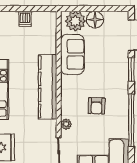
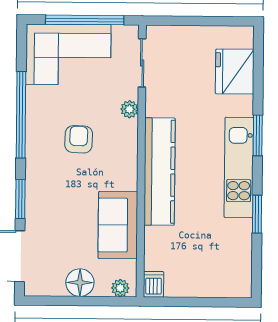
dishwasher: (25, 19) -> (154, 284), moved
plant: (75, 21) -> (120, 288), width x0.53, depth x0.53

